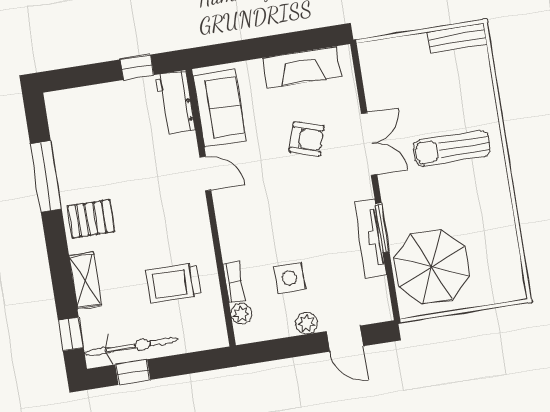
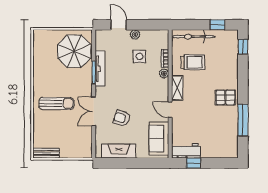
workbench: (175, 102) -> (186, 151), moved, turned -90
shelving: (85, 281) -> (177, 88), moved
plant: (241, 314) -> (164, 73), moved
bicycle: (131, 346) -> (193, 37), moved

